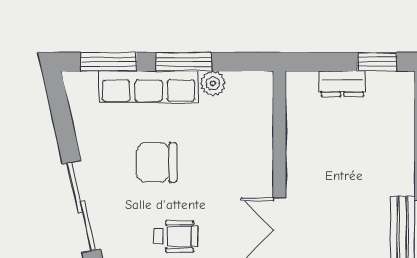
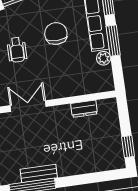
dresser: (342, 84) -> (84, 109), moved, turned -90

